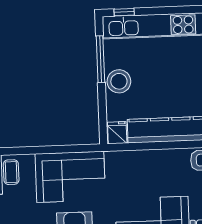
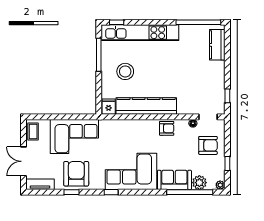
stool: (119, 81) -> (125, 71), moved

